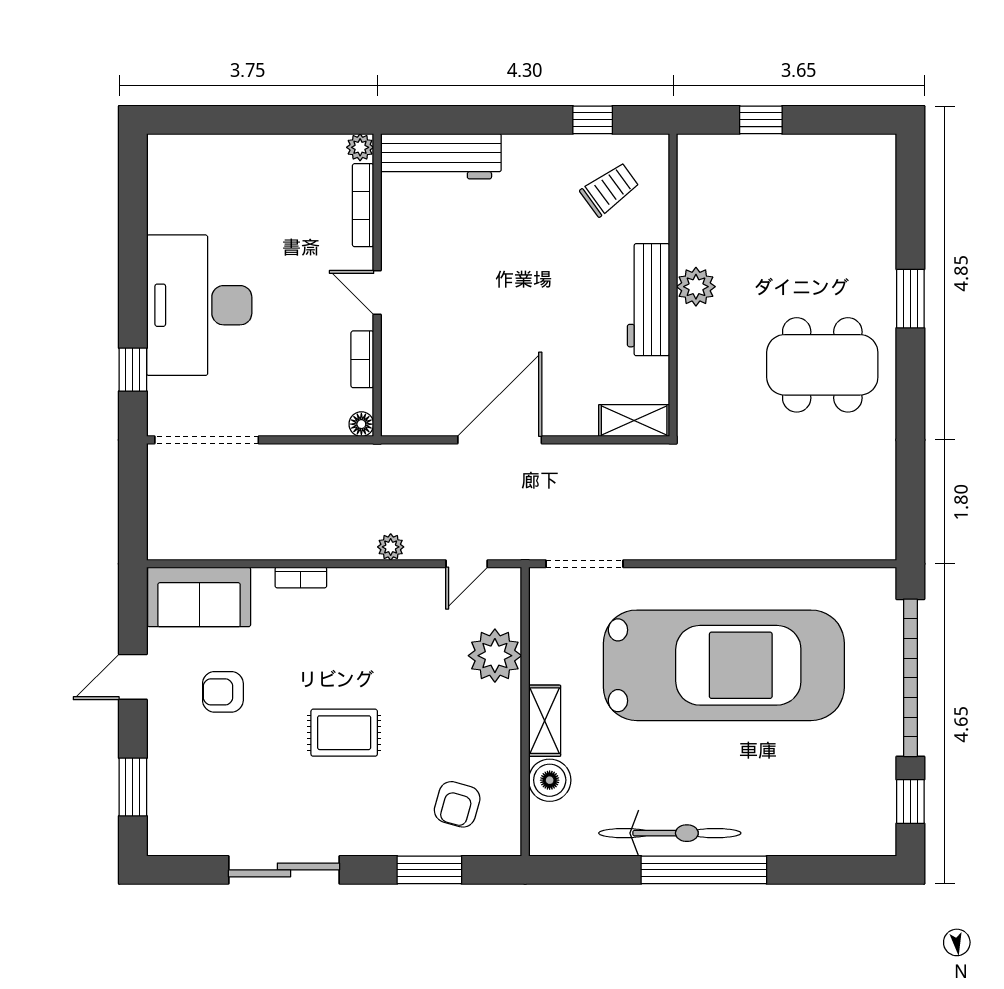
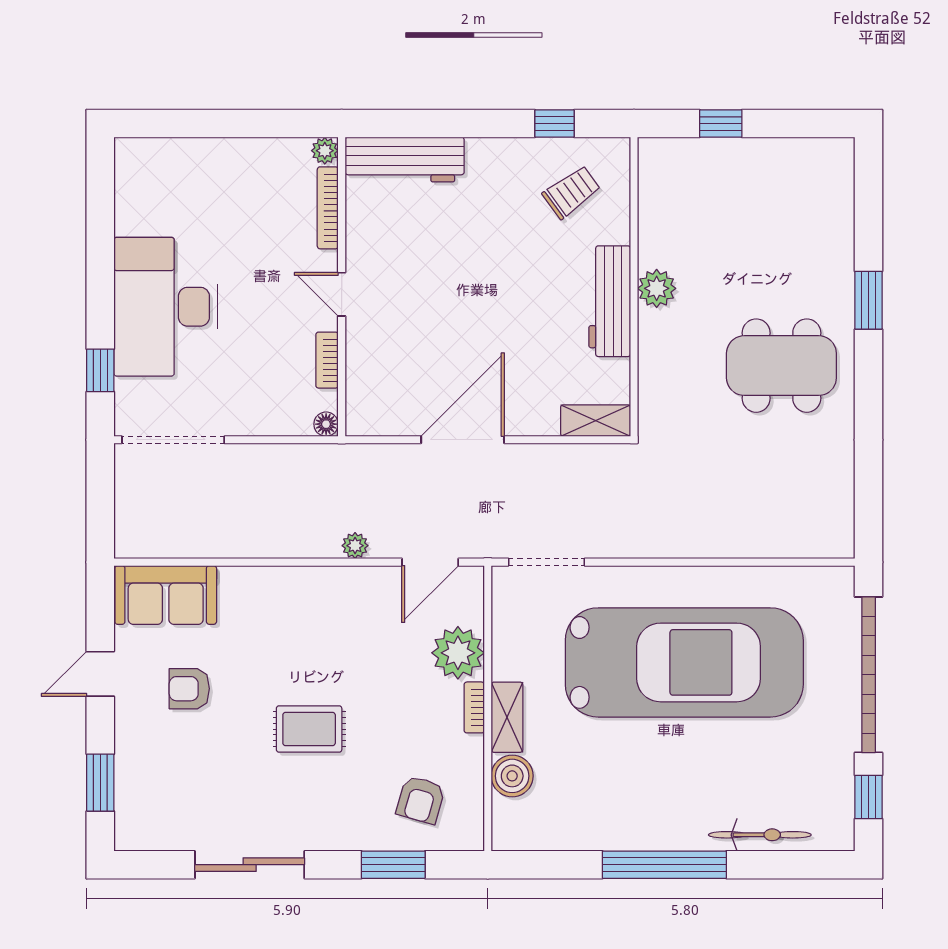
door: (467, 564) -> (430, 562), width x1.38
bookcase: (301, 577) -> (474, 707), moved, turned 90
bicycle: (670, 833) -> (760, 835), moved, width x0.73, depth x0.71

